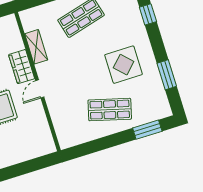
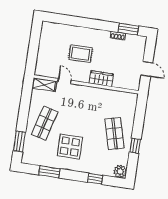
shelving: (36, 47) -> (44, 85), moved
door: (40, 89) -> (65, 81), moved

